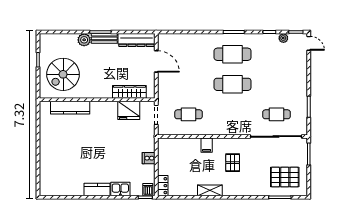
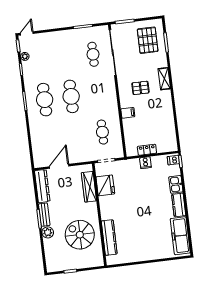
spiral stairs: (63, 74) -> (80, 235), moved, turned 180
locker: (163, 186) -> (147, 150), moved
freezer: (63, 187) -> (180, 236), added
shelving: (210, 190) -> (164, 79), moved

